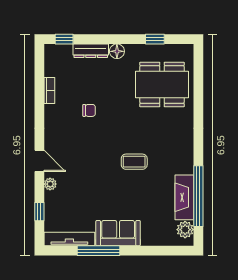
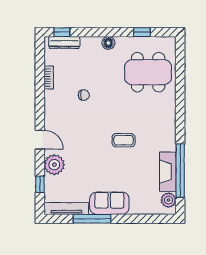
dresser: (91, 51) -> (64, 42), moved
plant: (50, 184) -> (54, 165), width x1.88, depth x1.88

